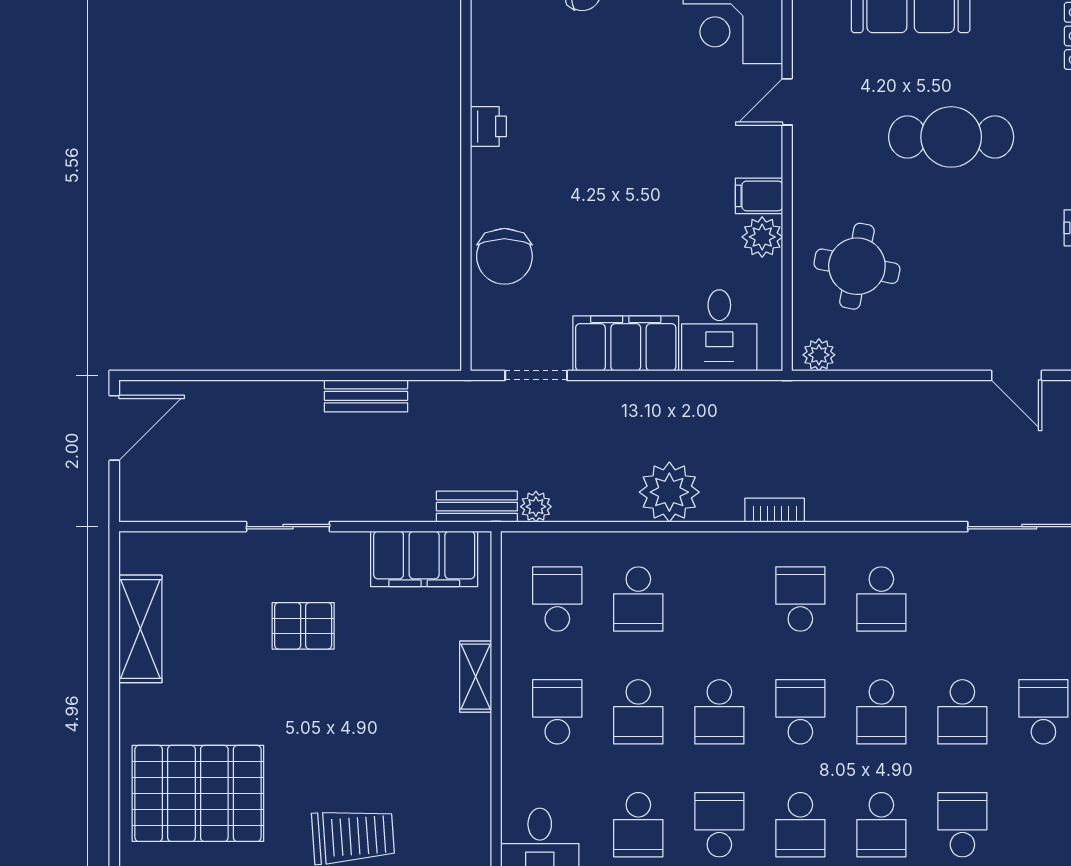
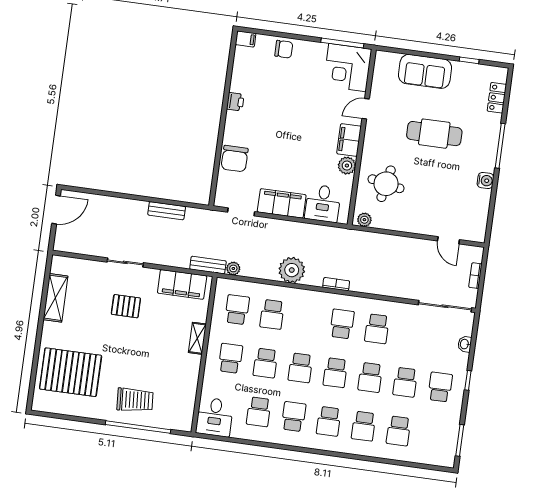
filing cabinet: (759, 196) -> (349, 140), width x2.00
school desk: (800, 712) -> (335, 373), turned 180
school desk: (962, 825) -> (399, 431), turned 180

